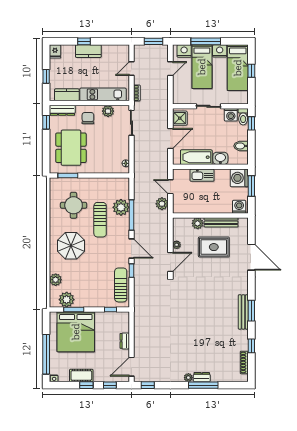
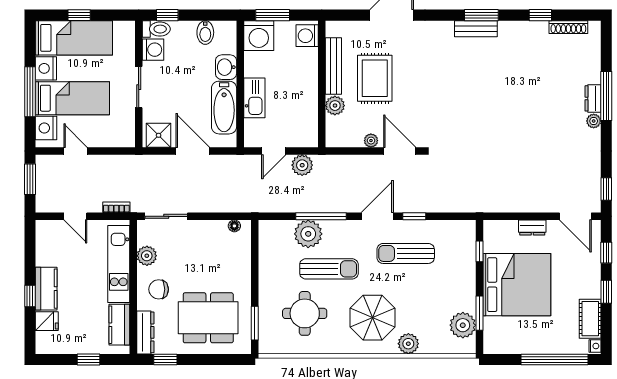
fridge: (55, 51) -> (47, 321), moved
plant: (56, 280) -> (408, 344), moved
sun lounger: (121, 285) -> (406, 253), moved
bench: (243, 312) -> (476, 29), width x0.73
bed: (76, 332) -> (517, 285), moved
cot: (81, 375) -> (590, 319), moved

